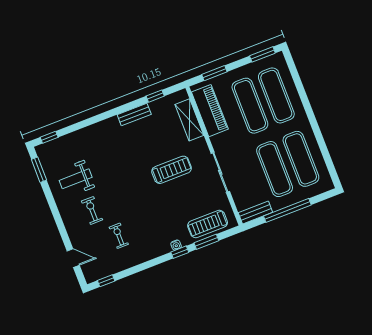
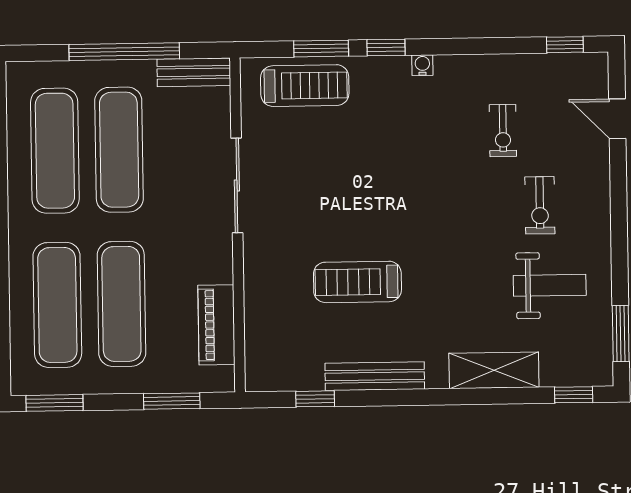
piano: (210, 111) -> (216, 325), width x0.73, depth x0.75
bench: (134, 115) -> (375, 376), width x1.36
shelving: (189, 120) -> (494, 370), moved, turned 90
treadmill: (172, 170) -> (357, 282), moved
water cooler: (176, 245) -> (422, 65), moved

